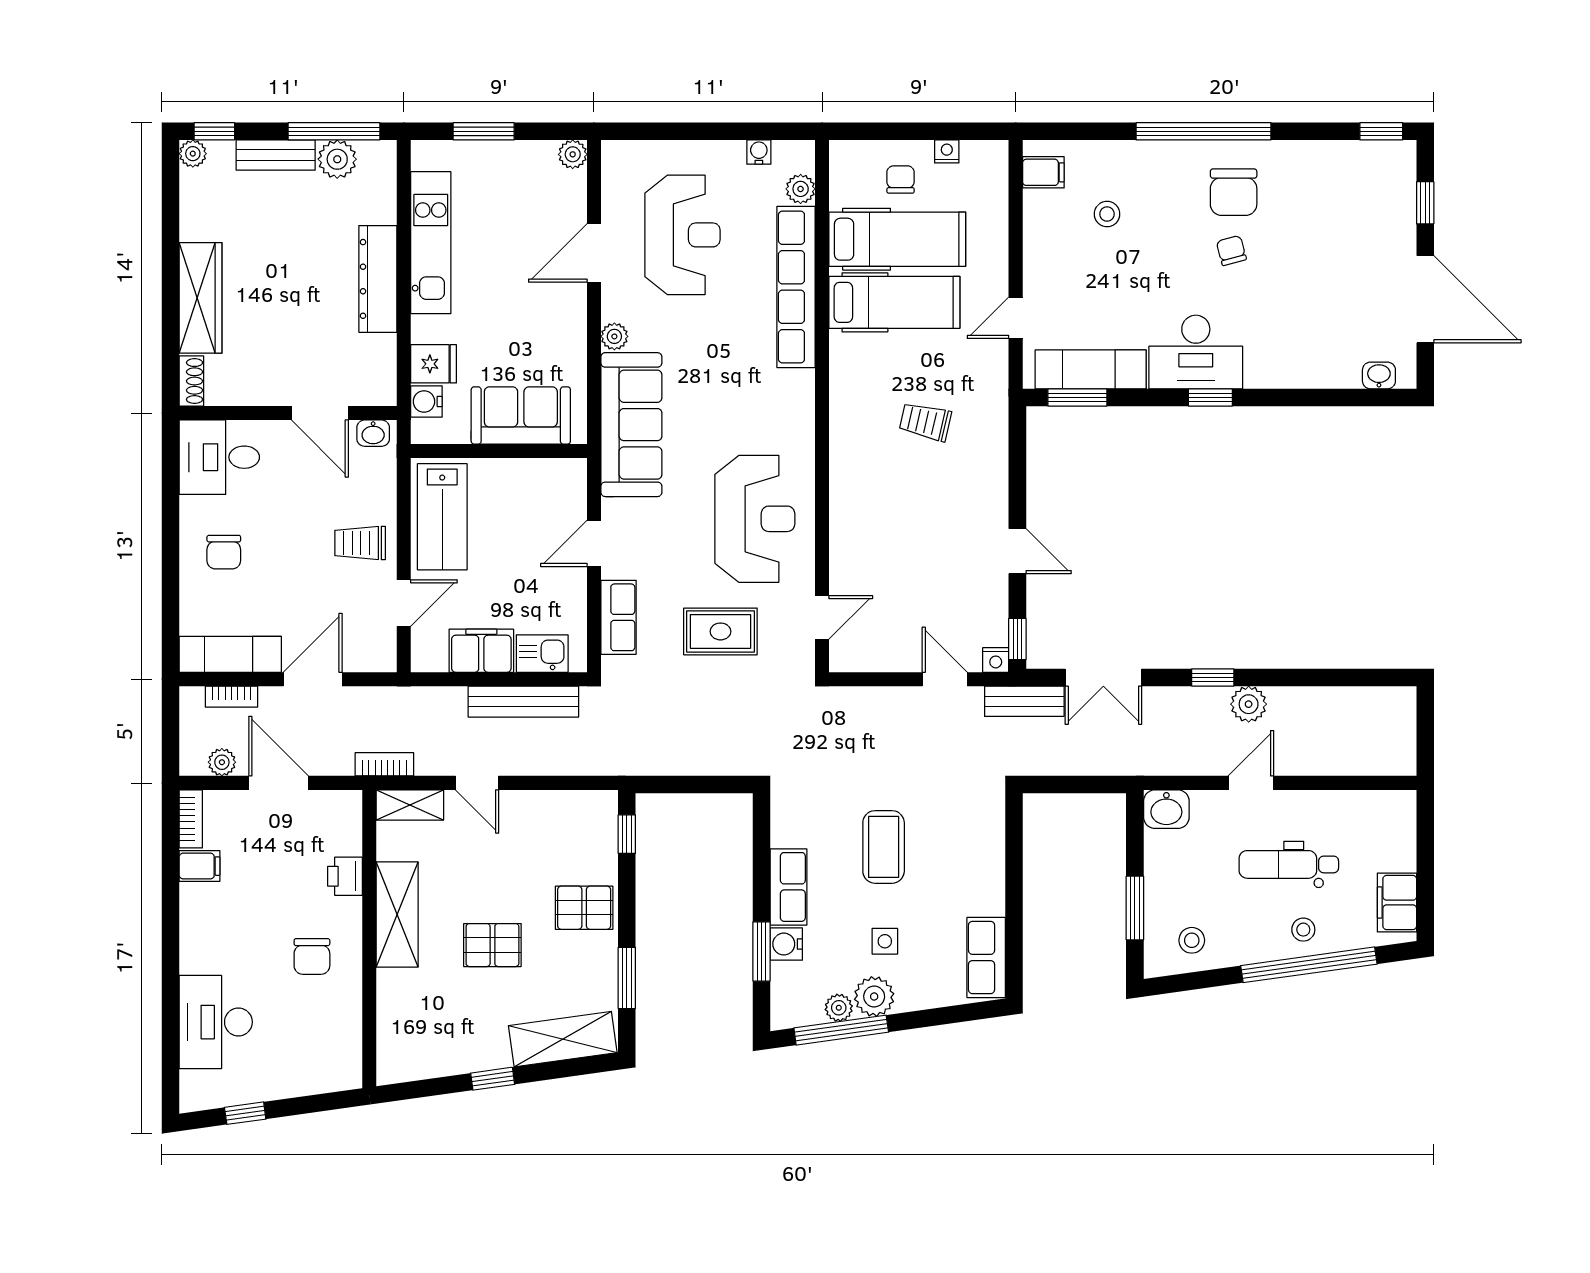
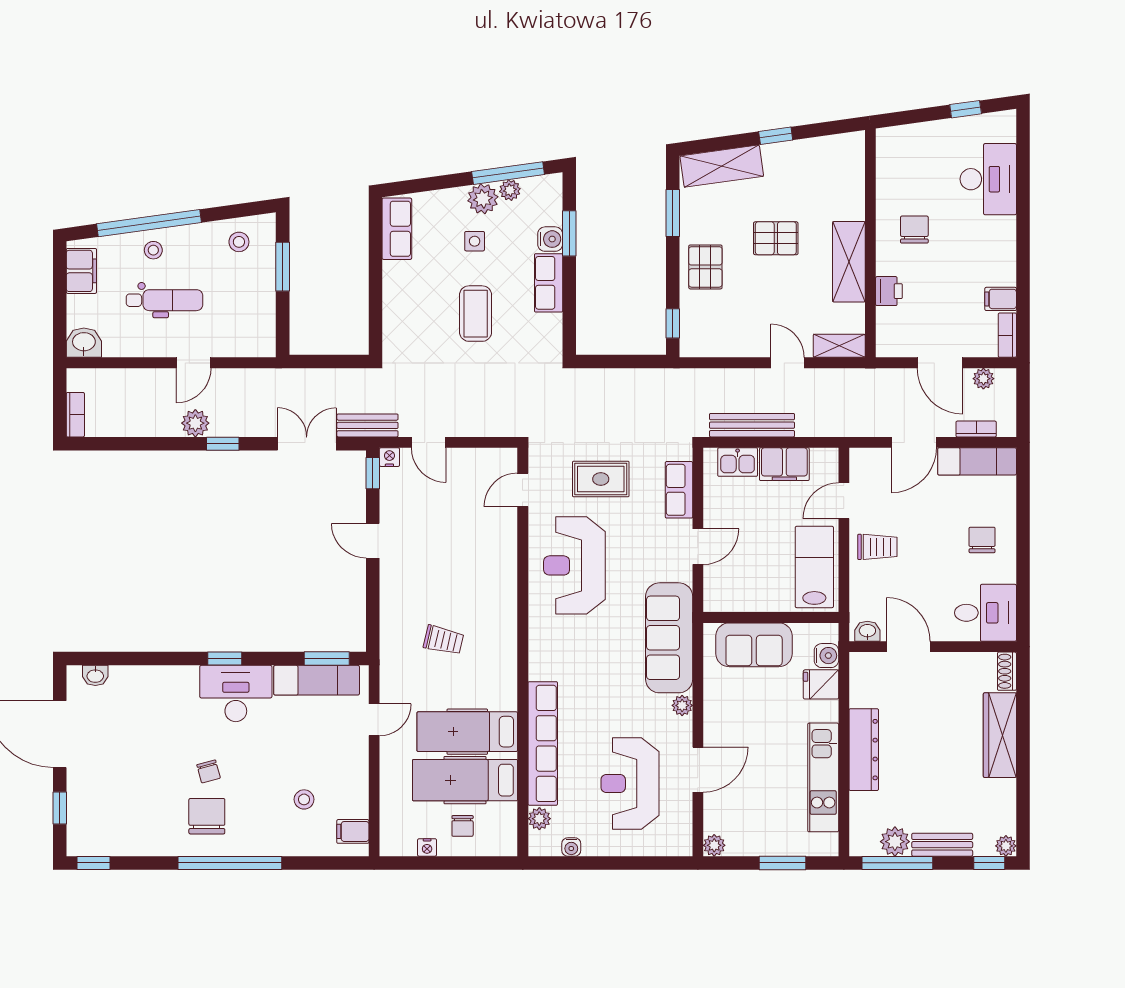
bookcase: (384, 764) -> (75, 415), moved, turned -90
washbasin: (1166, 809) -> (84, 343), moved
pallet: (584, 908) -> (705, 267), turned 90

